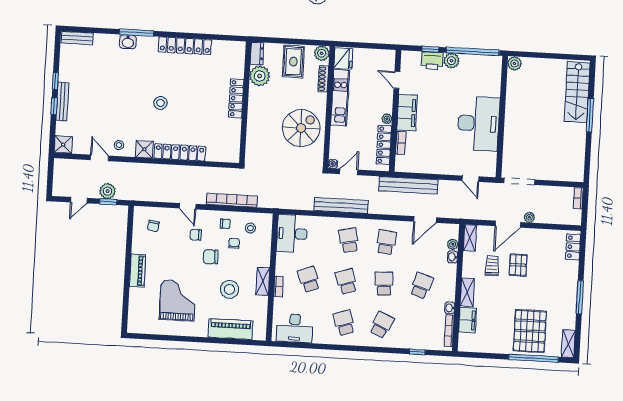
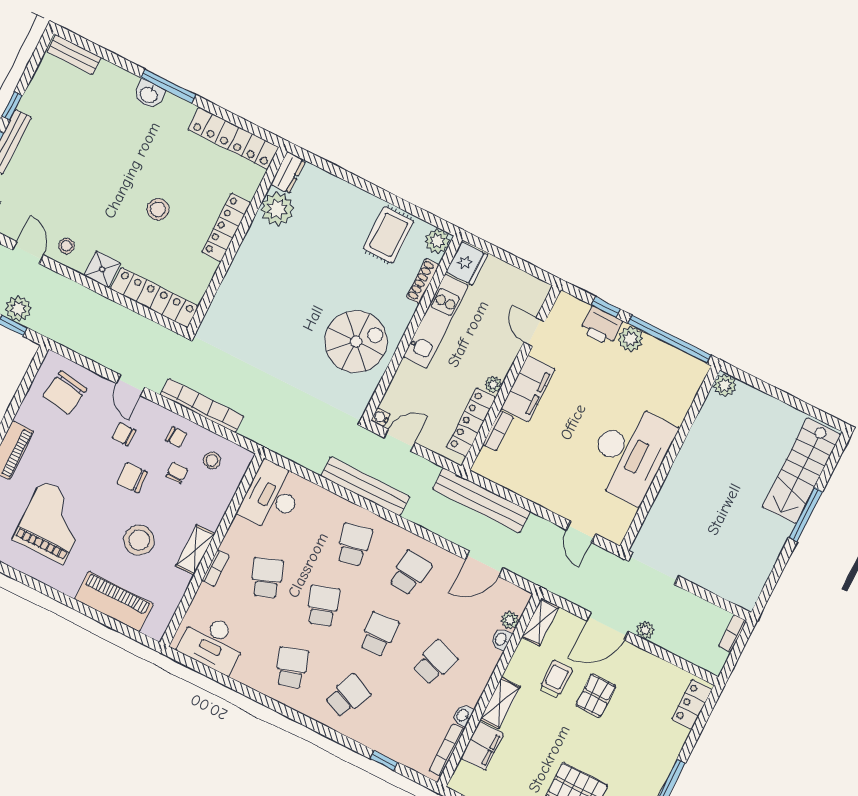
dresser: (257, 53) -> (288, 173), moved
plant: (260, 76) -> (277, 209), moved
locker: (236, 98) -> (226, 227), moved
wall: (245, 102) -> (237, 240), moved
chair: (153, 226) -> (65, 392), width x1.87, depth x1.87

